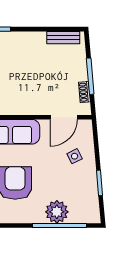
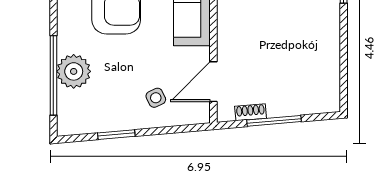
bench: (63, 38) -> (331, 81), removed
door: (64, 117) -> (213, 82), hinge flipped

